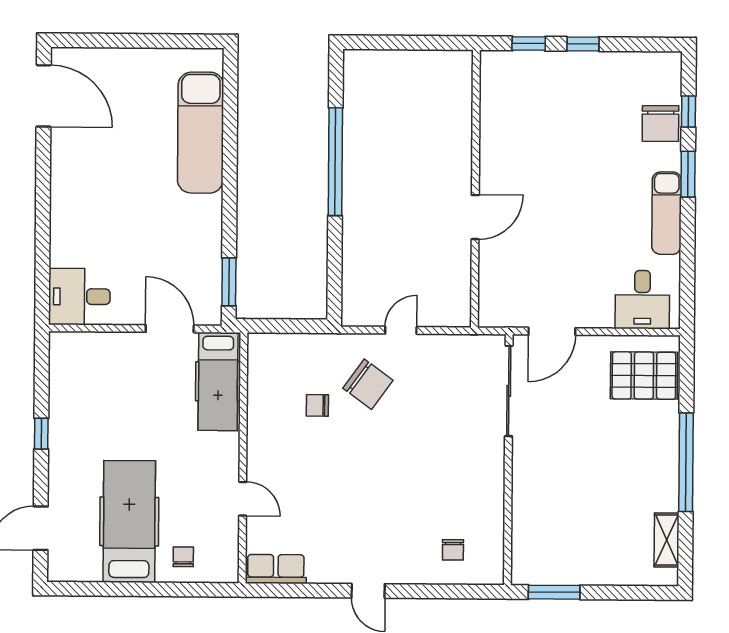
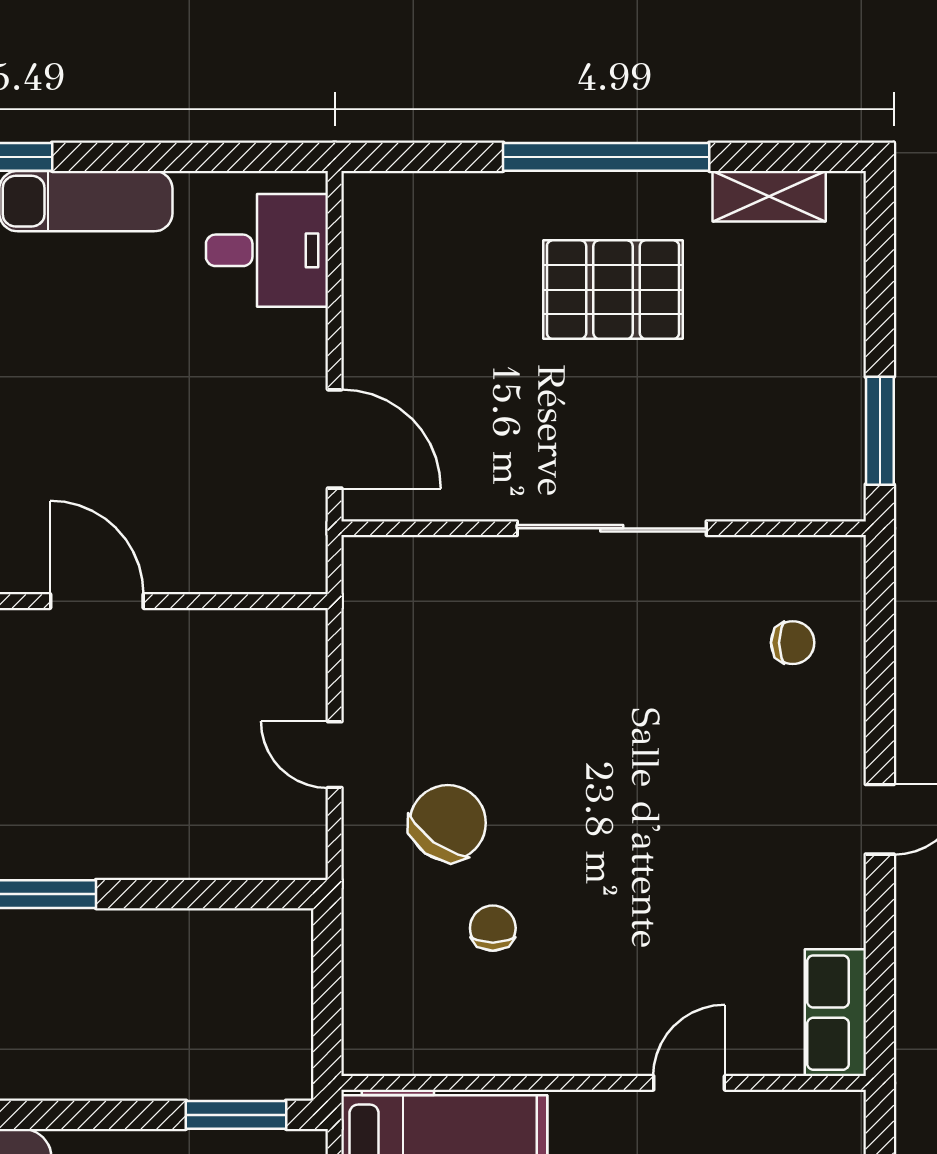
pallet: (644, 376) -> (613, 290), moved, turned 90
sliding door: (509, 391) -> (612, 528), moved
chair: (317, 405) -> (493, 928), turned 180

